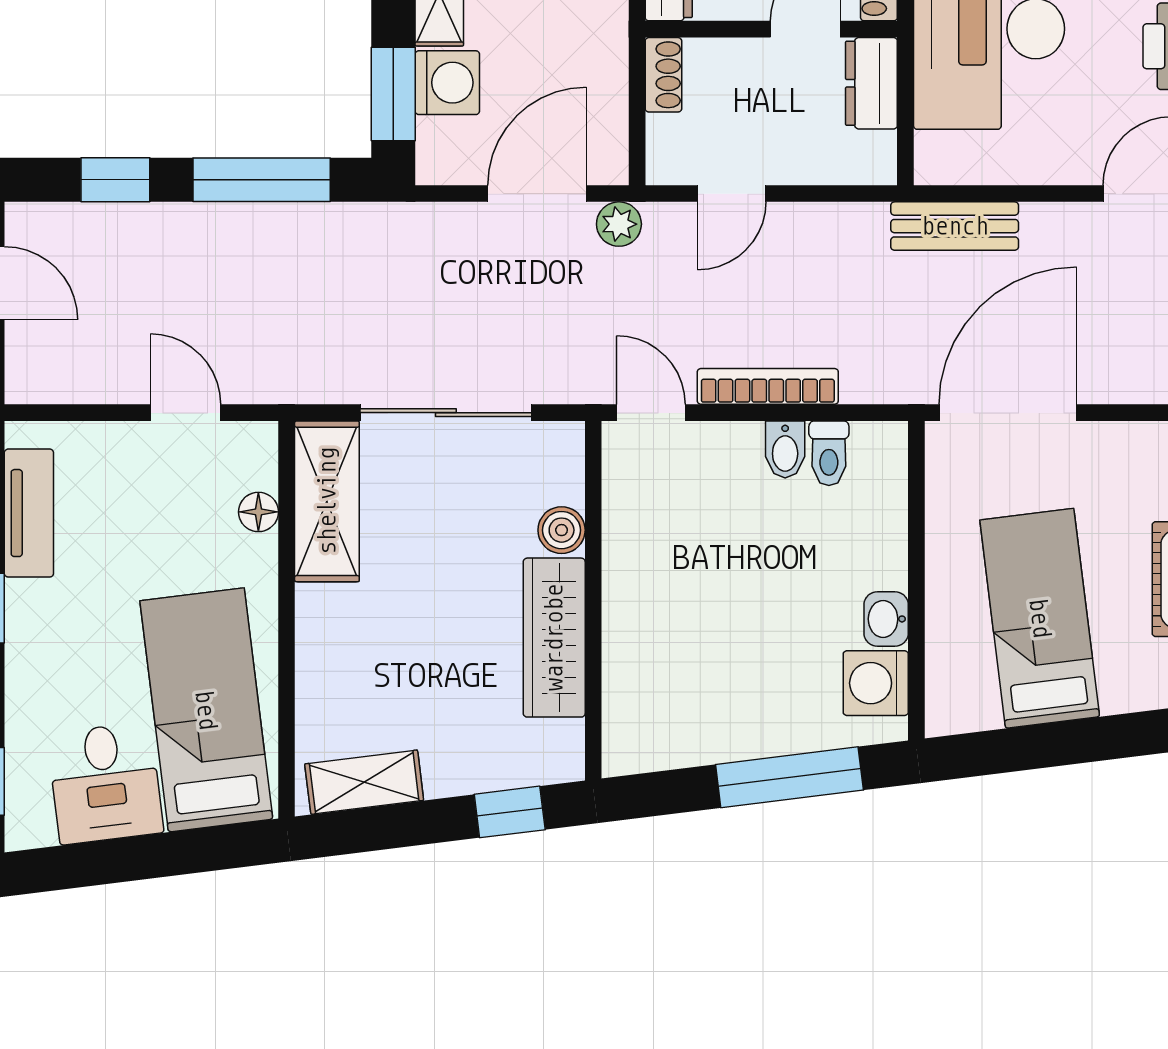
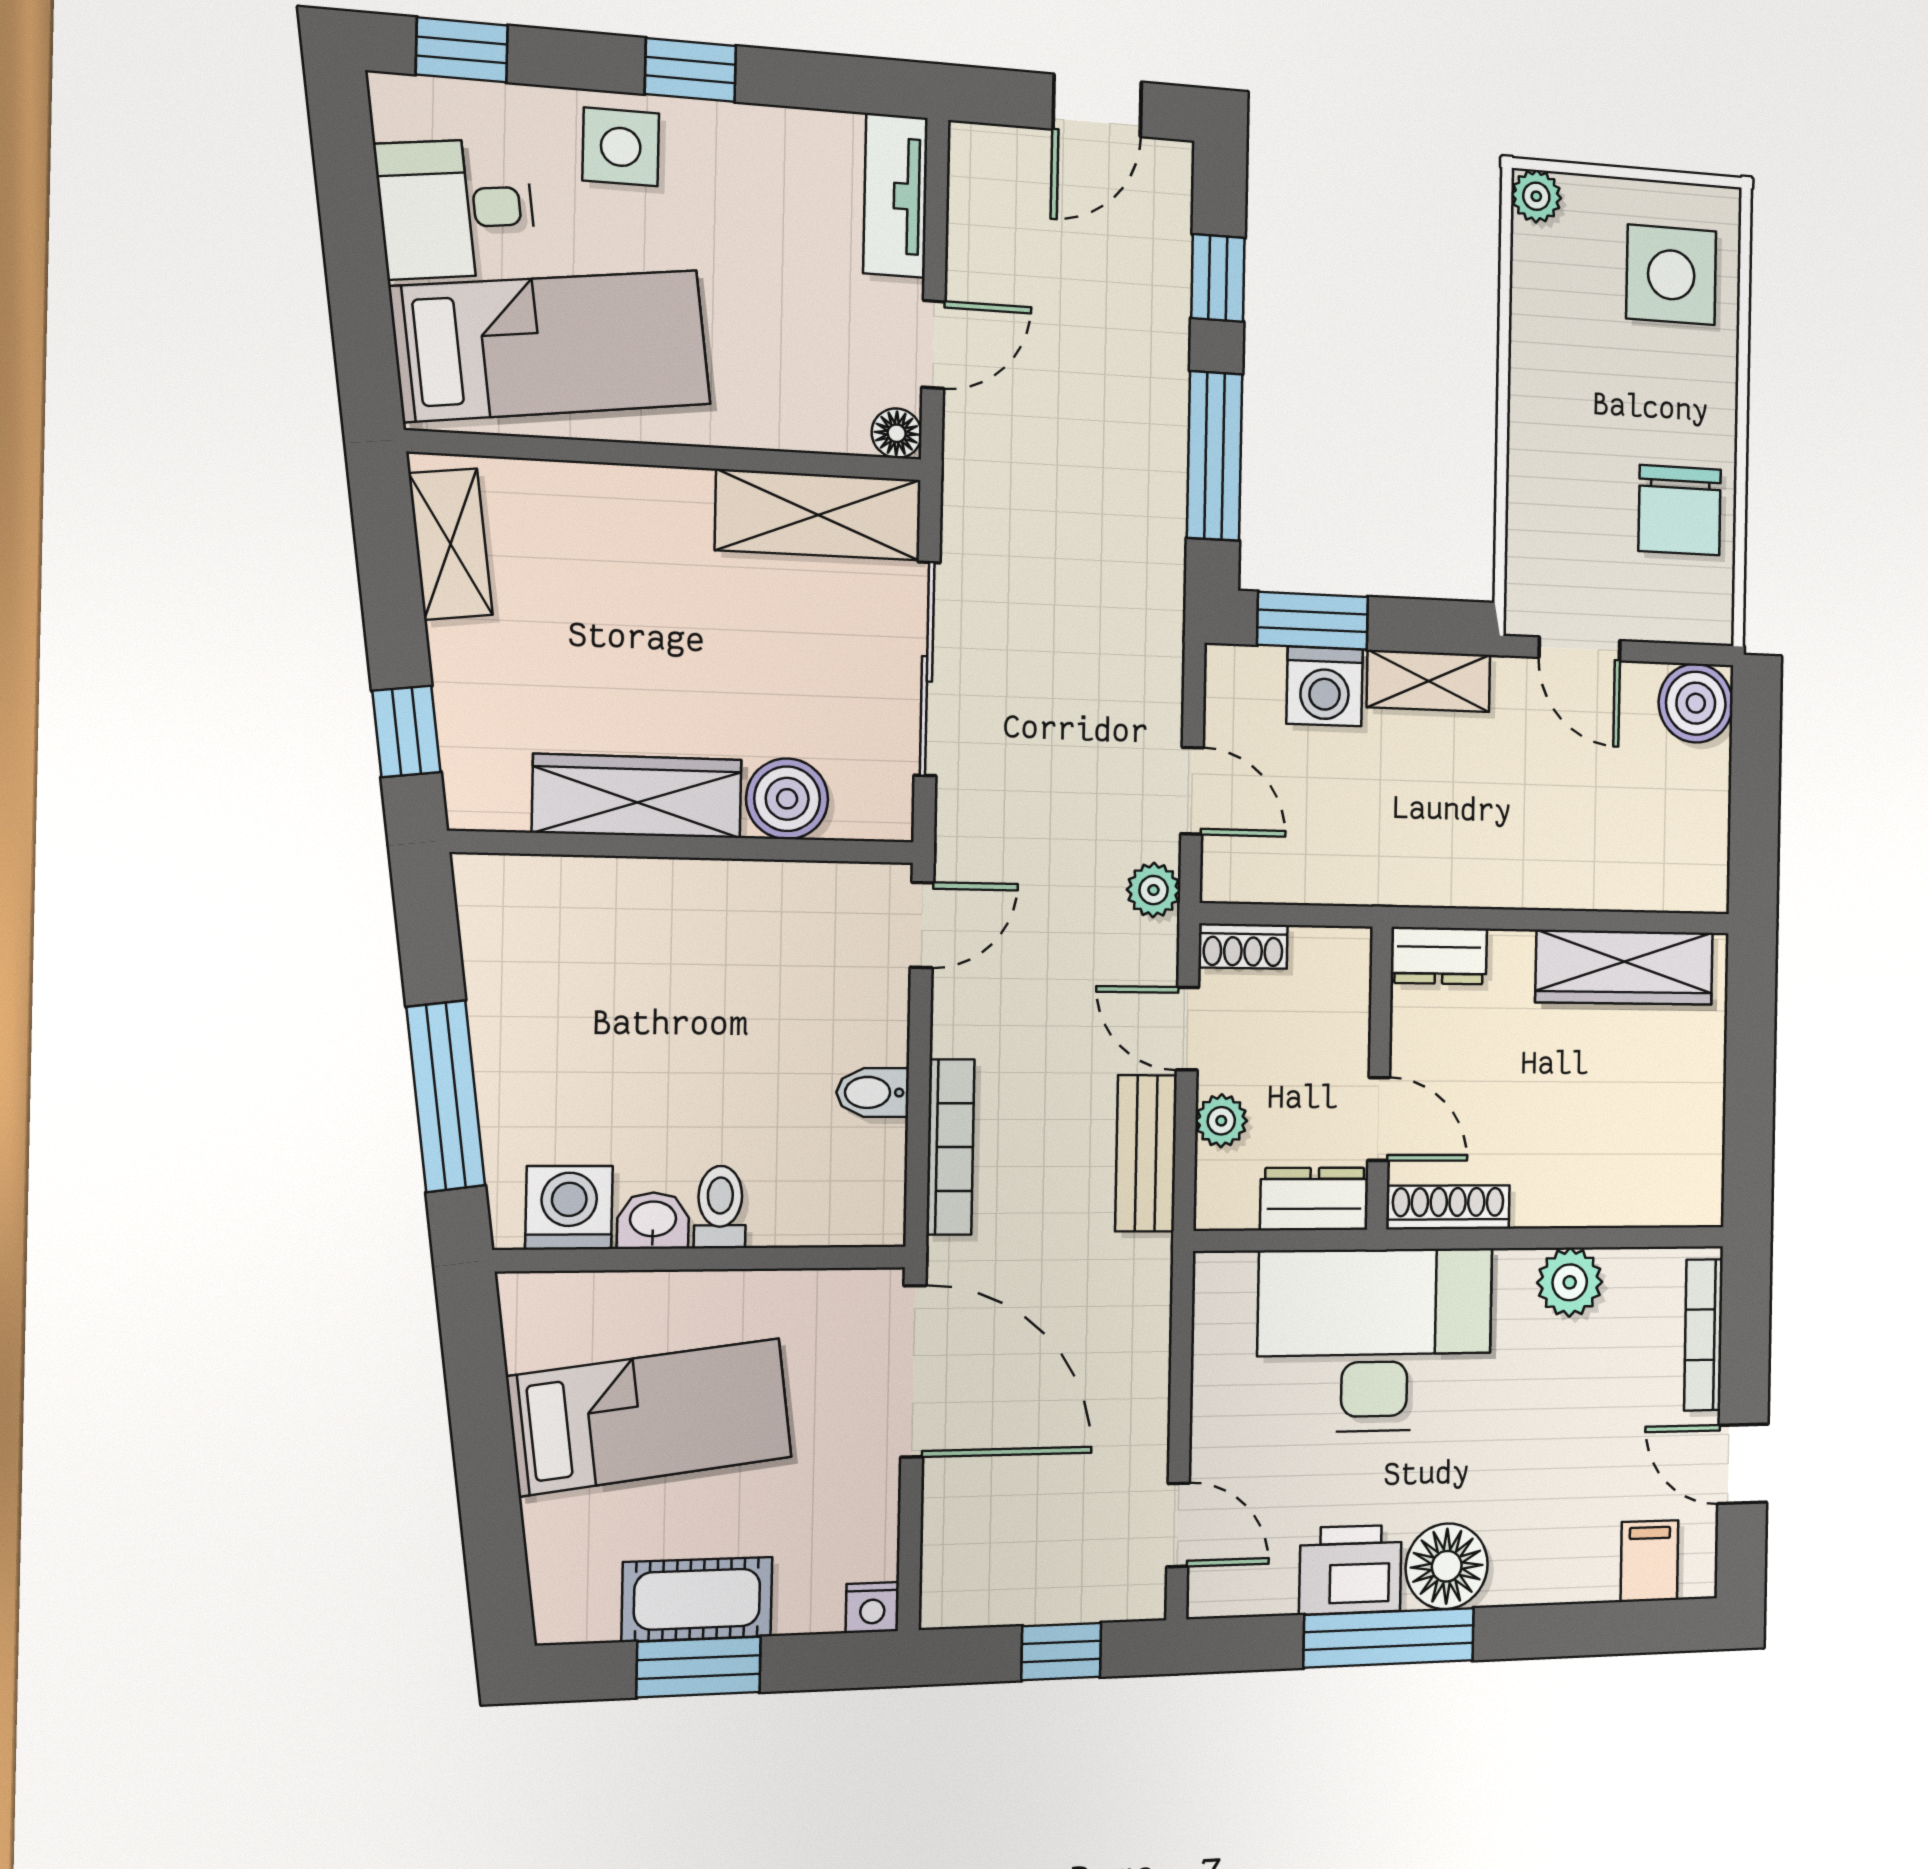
shoe rack: (663, 75) -> (1243, 946), moved
plant: (807, 164) -> (1221, 1121), added
door: (537, 194) -> (1192, 791), width x0.73
bench: (955, 226) -> (1146, 1153), moved
bookcase: (768, 386) -> (950, 1147), moved
toilet: (829, 453) -> (720, 1207), moved, turned 90
floor lamp: (258, 512) -> (897, 433), moved
tv unit: (29, 513) -> (895, 196), moved, turned 90
boiler: (562, 530) -> (787, 799), width x1.36, depth x1.36
side table: (47, 660) -> (621, 147), added

